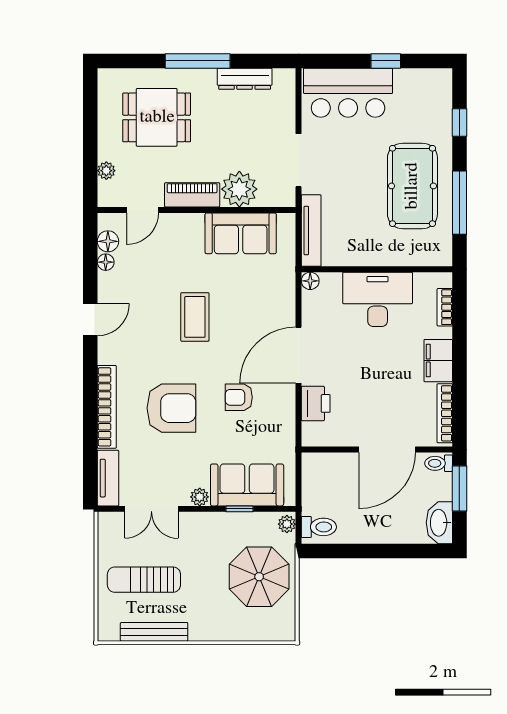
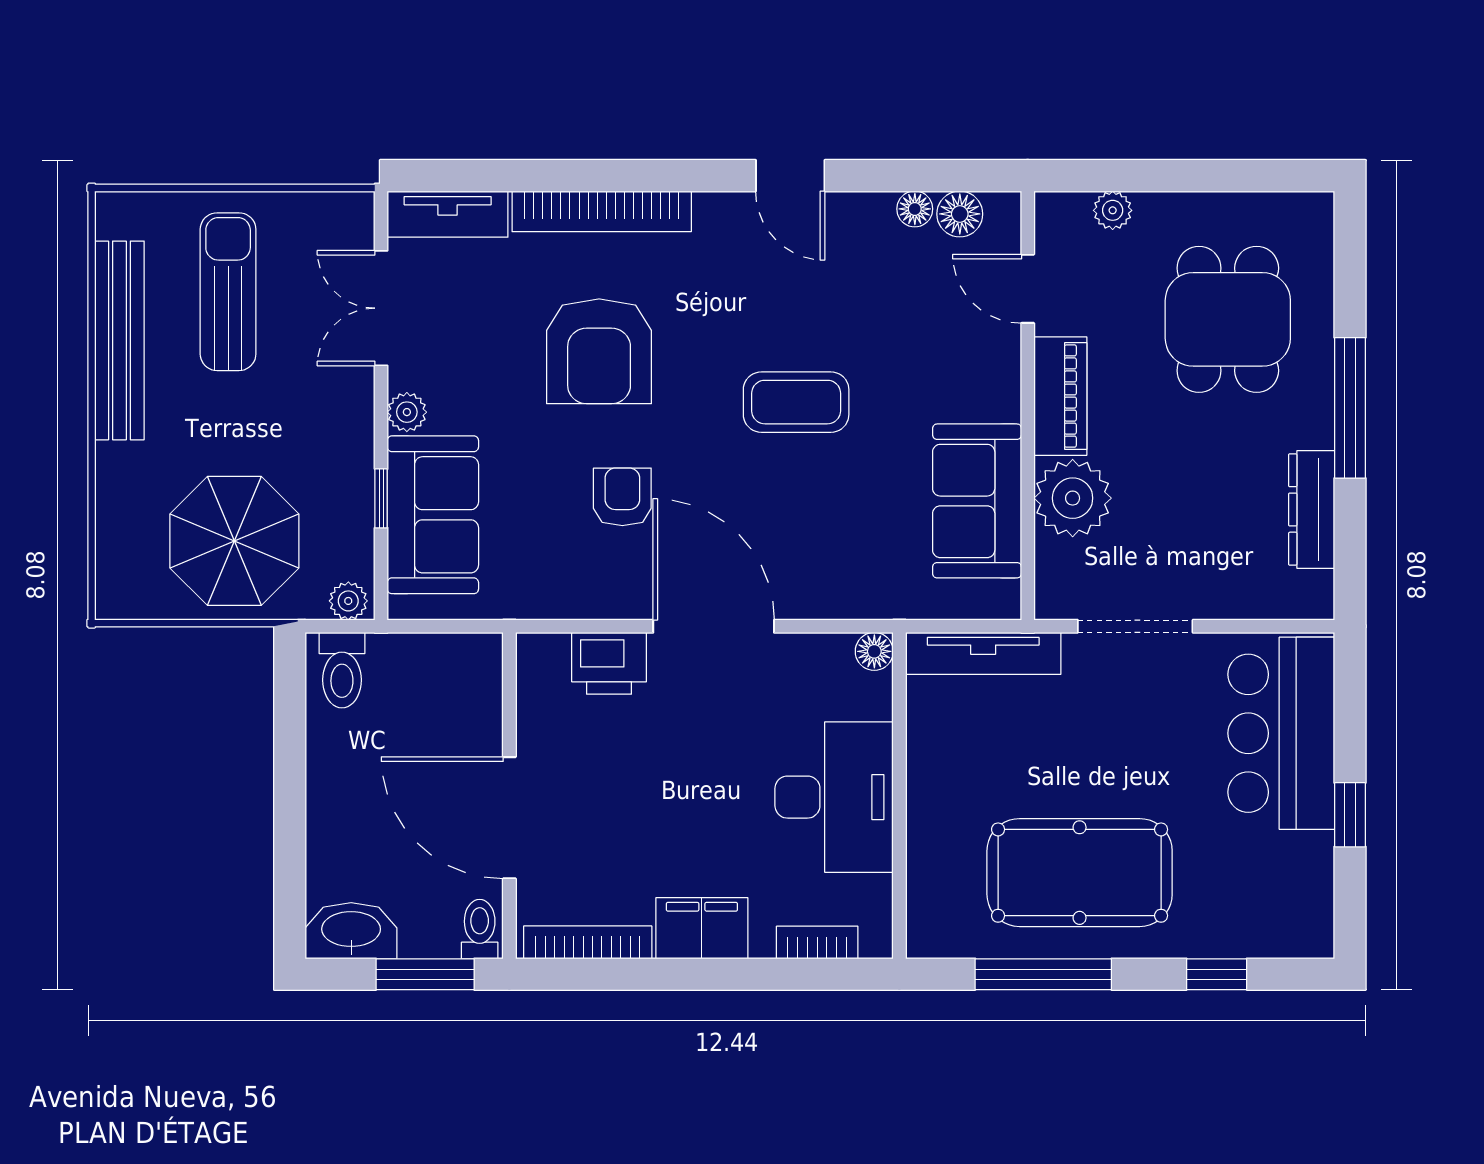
bench: (154, 632) -> (119, 340), width x1.37, depth x1.21

